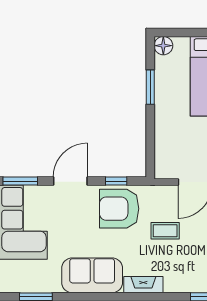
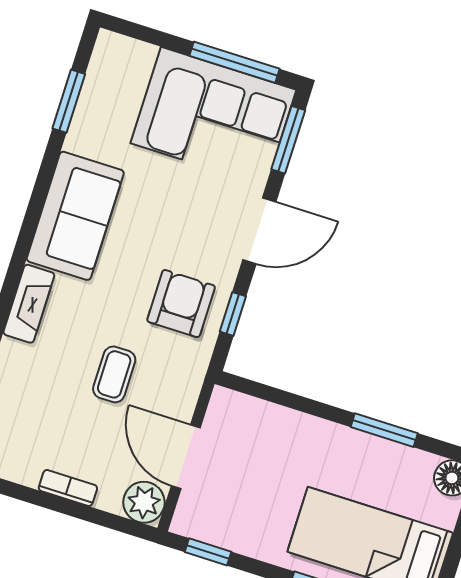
door: (70, 181) -> (259, 231), hinge flipped
armchair: (119, 209) -> (181, 304), width x0.73, depth x0.73

